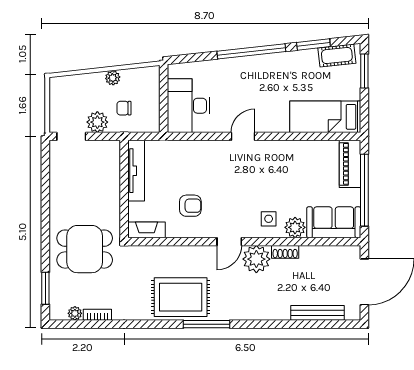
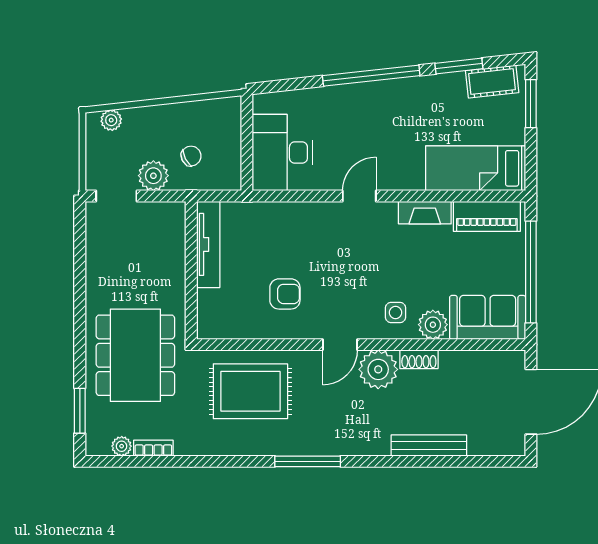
plant: (113, 78) -> (111, 120), moved
chair: (124, 108) -> (191, 156), turned 153
piano: (350, 164) -> (487, 216), moved, turned -90
fireplace: (147, 230) -> (425, 213), moved, turned 180
dining table: (85, 249) -> (135, 355), width x1.38
rug: (181, 297) -> (250, 391), moved
bench: (317, 313) -> (429, 446), moved

